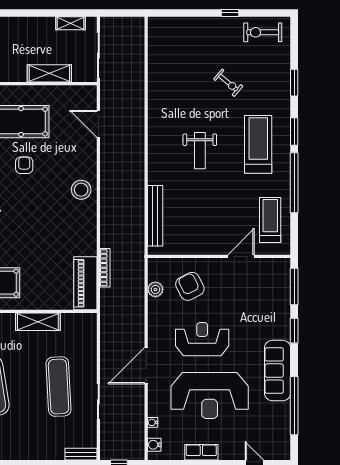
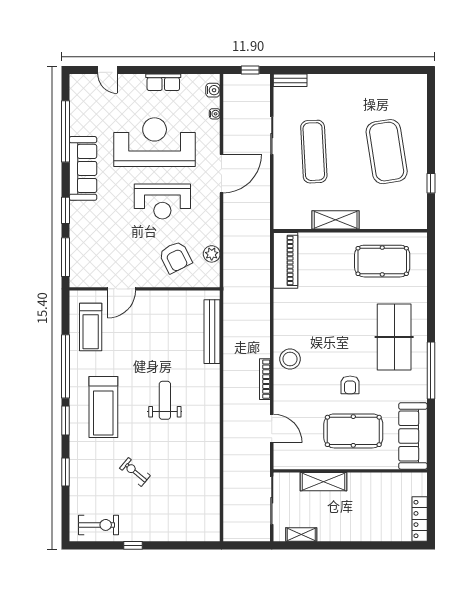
bookcase: (105, 268) -> (265, 379), moved

